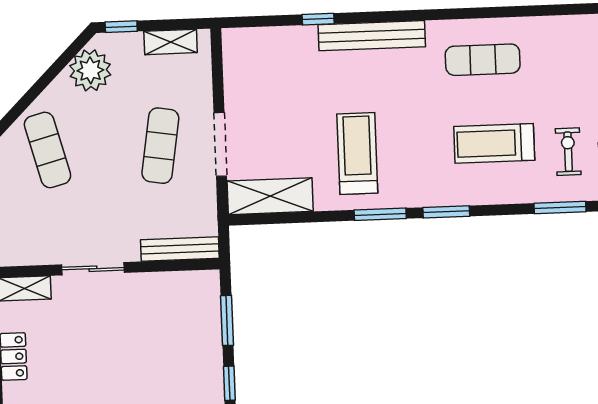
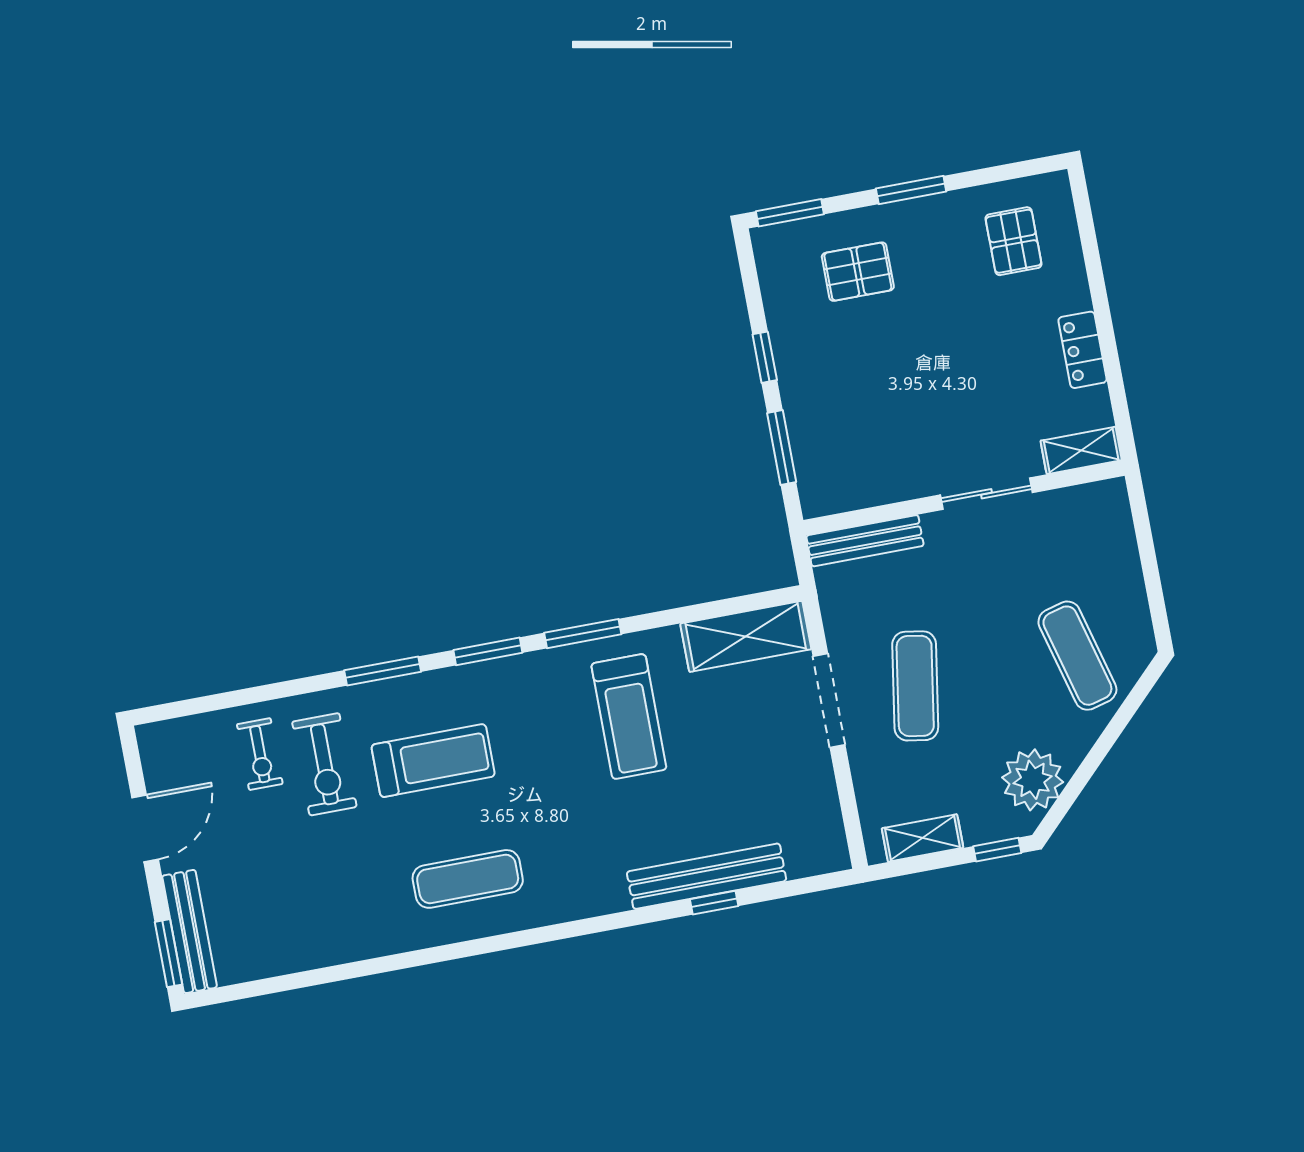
bench: (372, 36) -> (707, 876), moved
exercise bike: (568, 152) -> (324, 764), width x1.38, depth x1.39
window: (560, 207) -> (383, 671), moved

